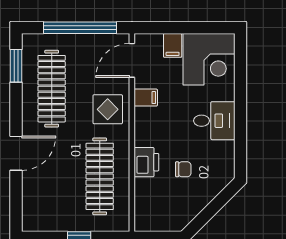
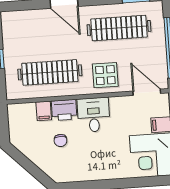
filing cabinet: (146, 98) -> (44, 111), moved
desk: (214, 121) -> (94, 115), moved, turned 180

